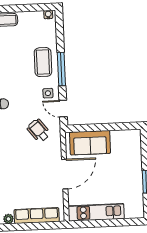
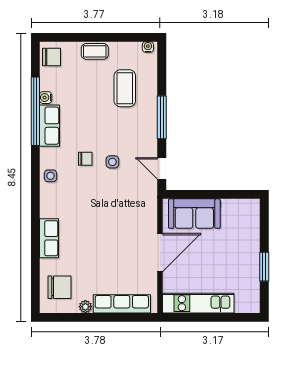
coffee table: (43, 62) -> (125, 88), moved
side table: (48, 93) -> (112, 162), moved
wheelchair: (39, 131) -> (129, 195), removed

